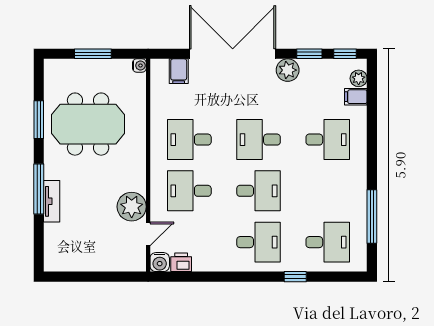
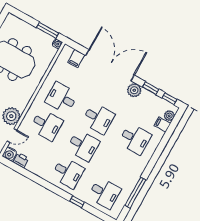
window: (93, 54) -> (48, 30), moved
desk: (259, 140) -> (98, 118), turned 180
desk: (189, 191) -> (46, 125), turned 180

